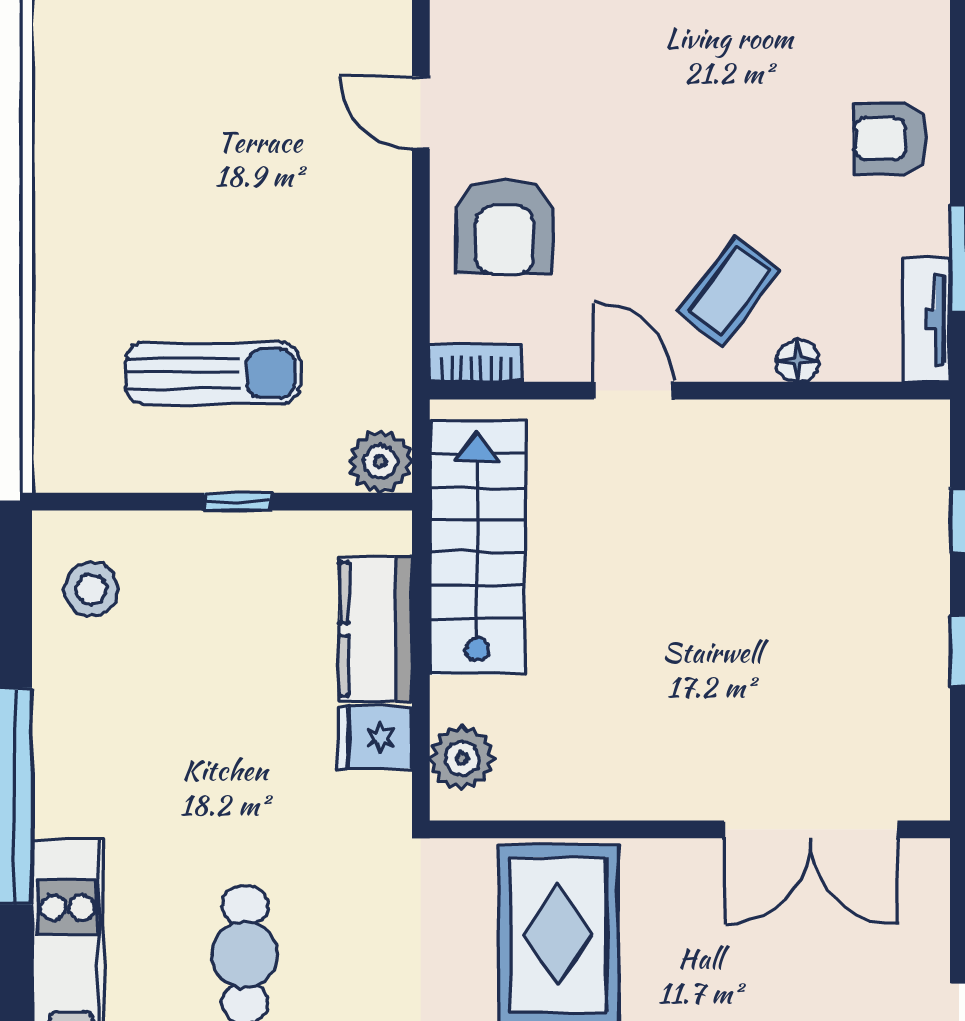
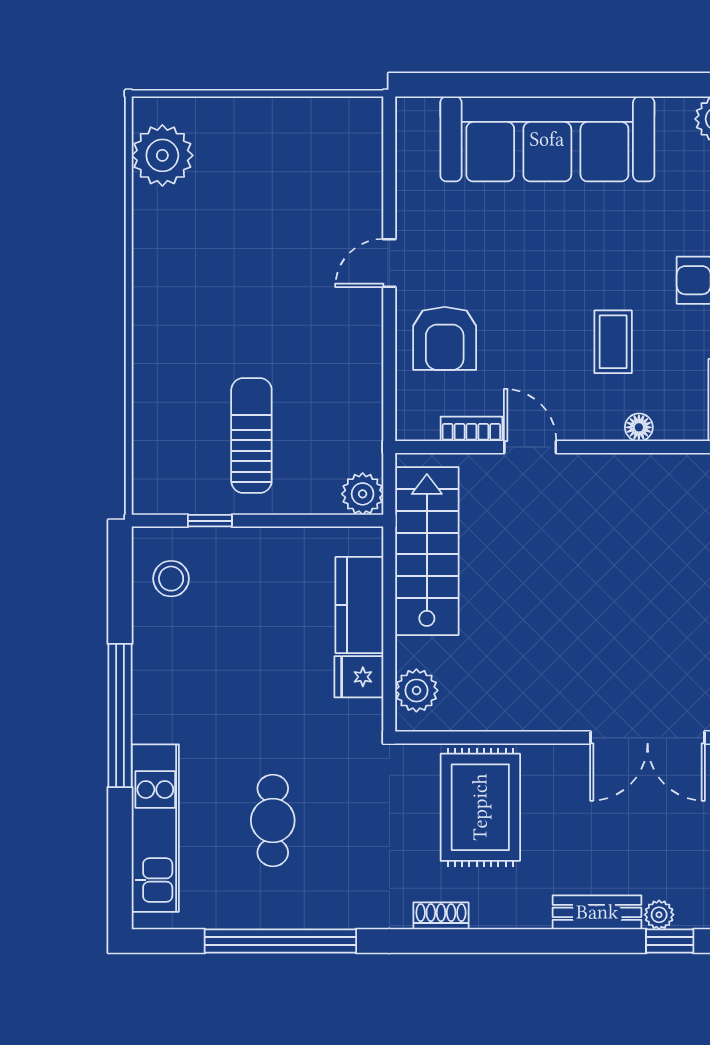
door: (421, 113) -> (389, 263), hinge flipped
coffee table: (729, 291) -> (613, 342), moved, turned -37
bookcase: (476, 363) -> (471, 429), moved
sun lounger: (213, 373) -> (251, 436), turned -90
window: (237, 502) -> (210, 521), moved

